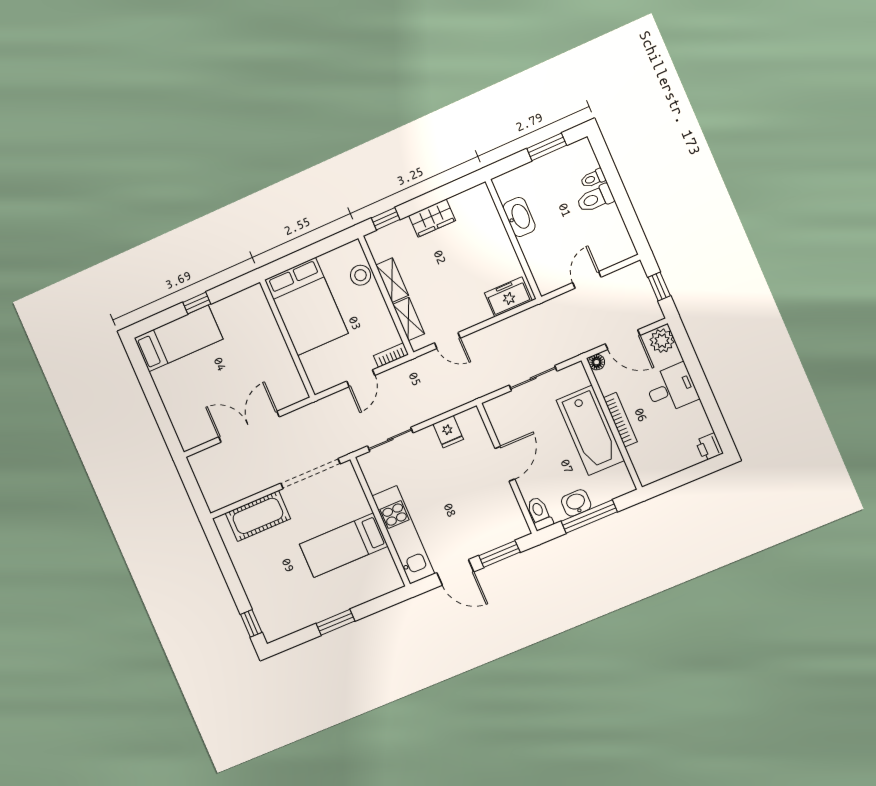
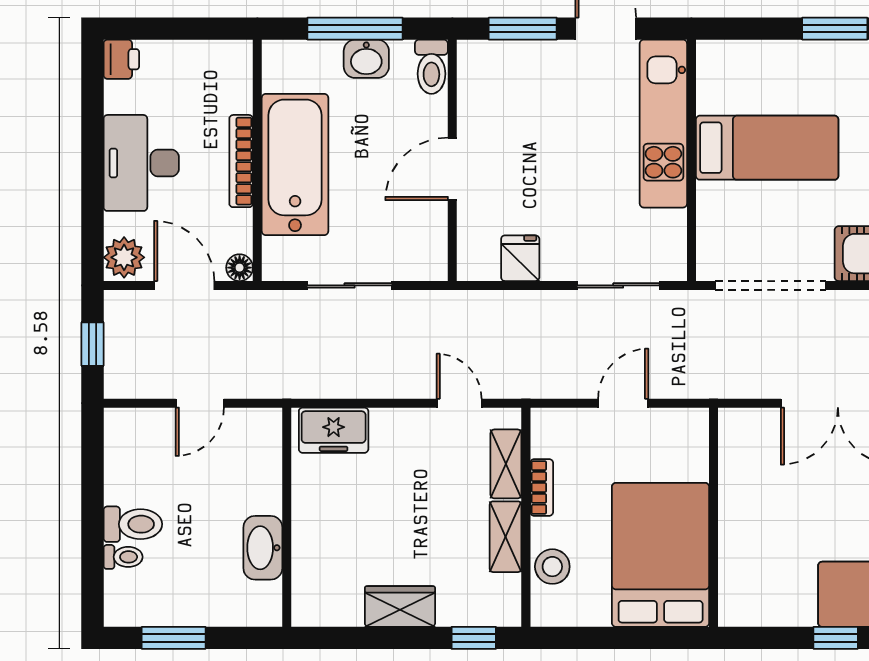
bookcase: (391, 355) -> (542, 487), moved, turned -90
desk: (671, 389) -> (141, 163), width x1.37

